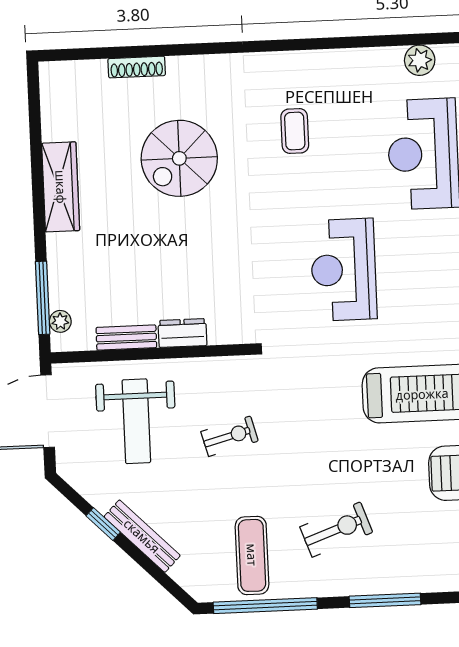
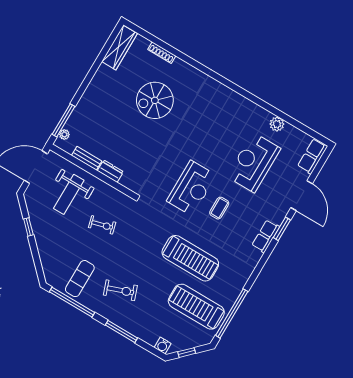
coffee table: (295, 131) -> (219, 208), moved
wardrobe: (61, 187) -> (120, 48), moved
reception desk: (344, 270) -> (191, 188), turned 180
bench: (142, 536) -> (41, 242), removed

